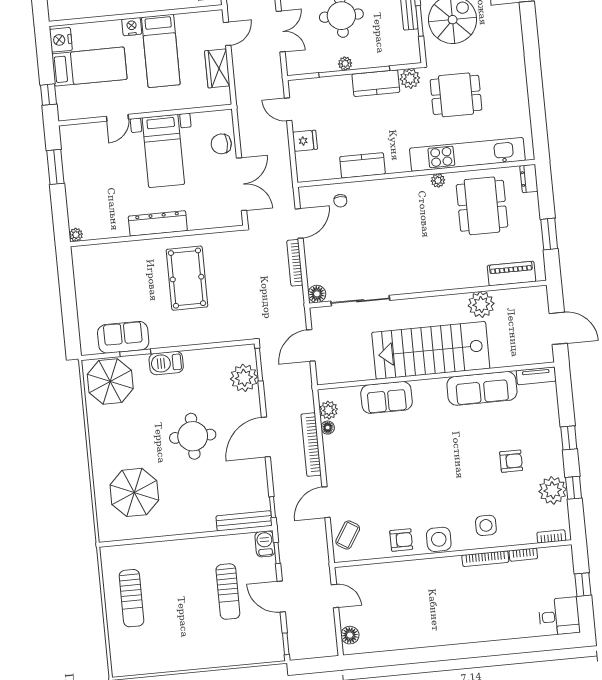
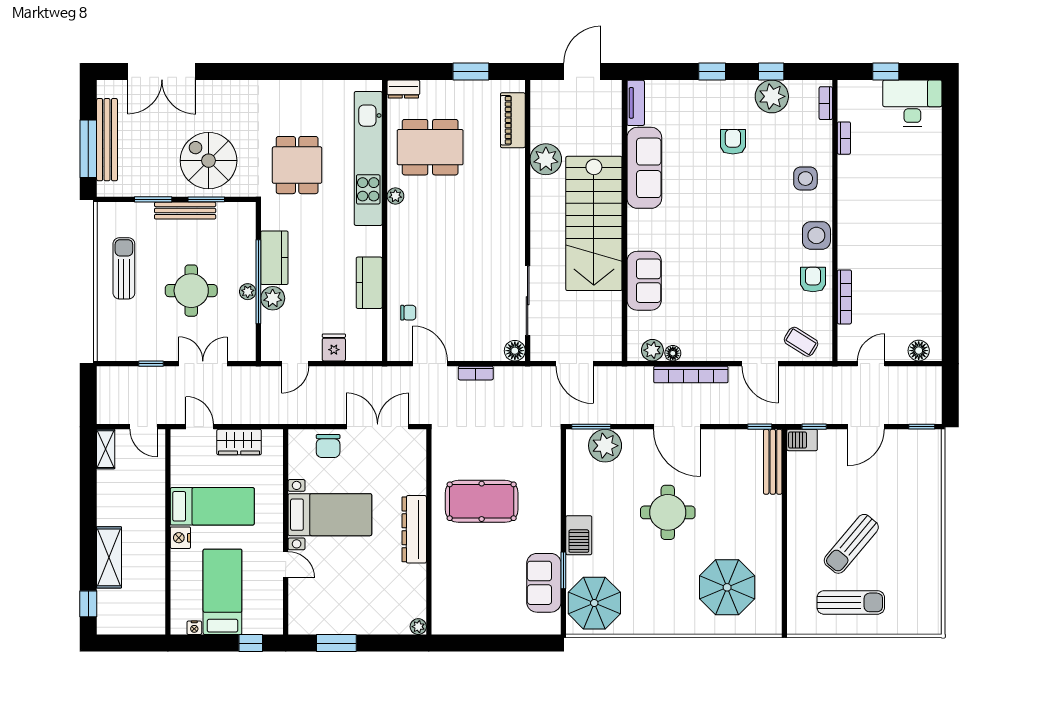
nightstand: (61, 40) -> (194, 628), width x0.53, depth x0.56
plant: (410, 79) -> (273, 298), moved
bookcase: (295, 263) -> (476, 373), width x0.64
bookcase: (485, 559) -> (844, 297), moved
sun lounger: (228, 592) -> (851, 544), moved, turned 130
desk: (559, 616) -> (912, 103), width x1.37

